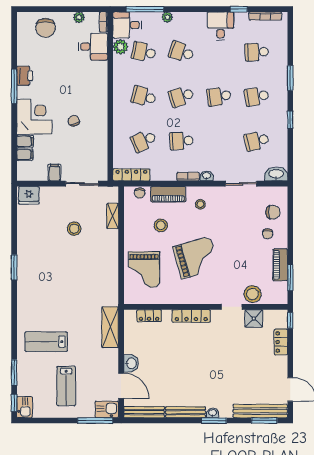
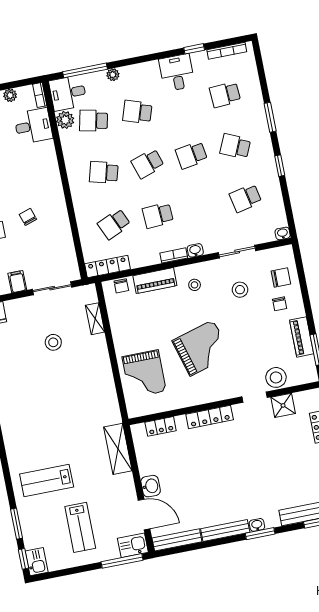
school desk: (257, 96) -> (235, 146), turned 33
washbasin: (276, 174) -> (283, 233), width x0.52, depth x0.69
stool: (161, 225) -> (240, 290), moved

